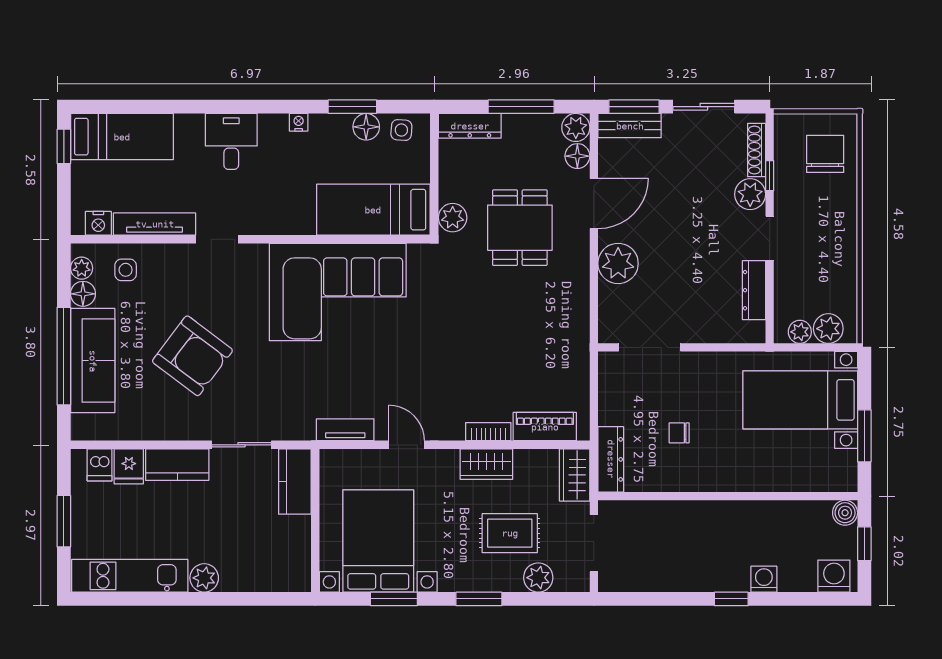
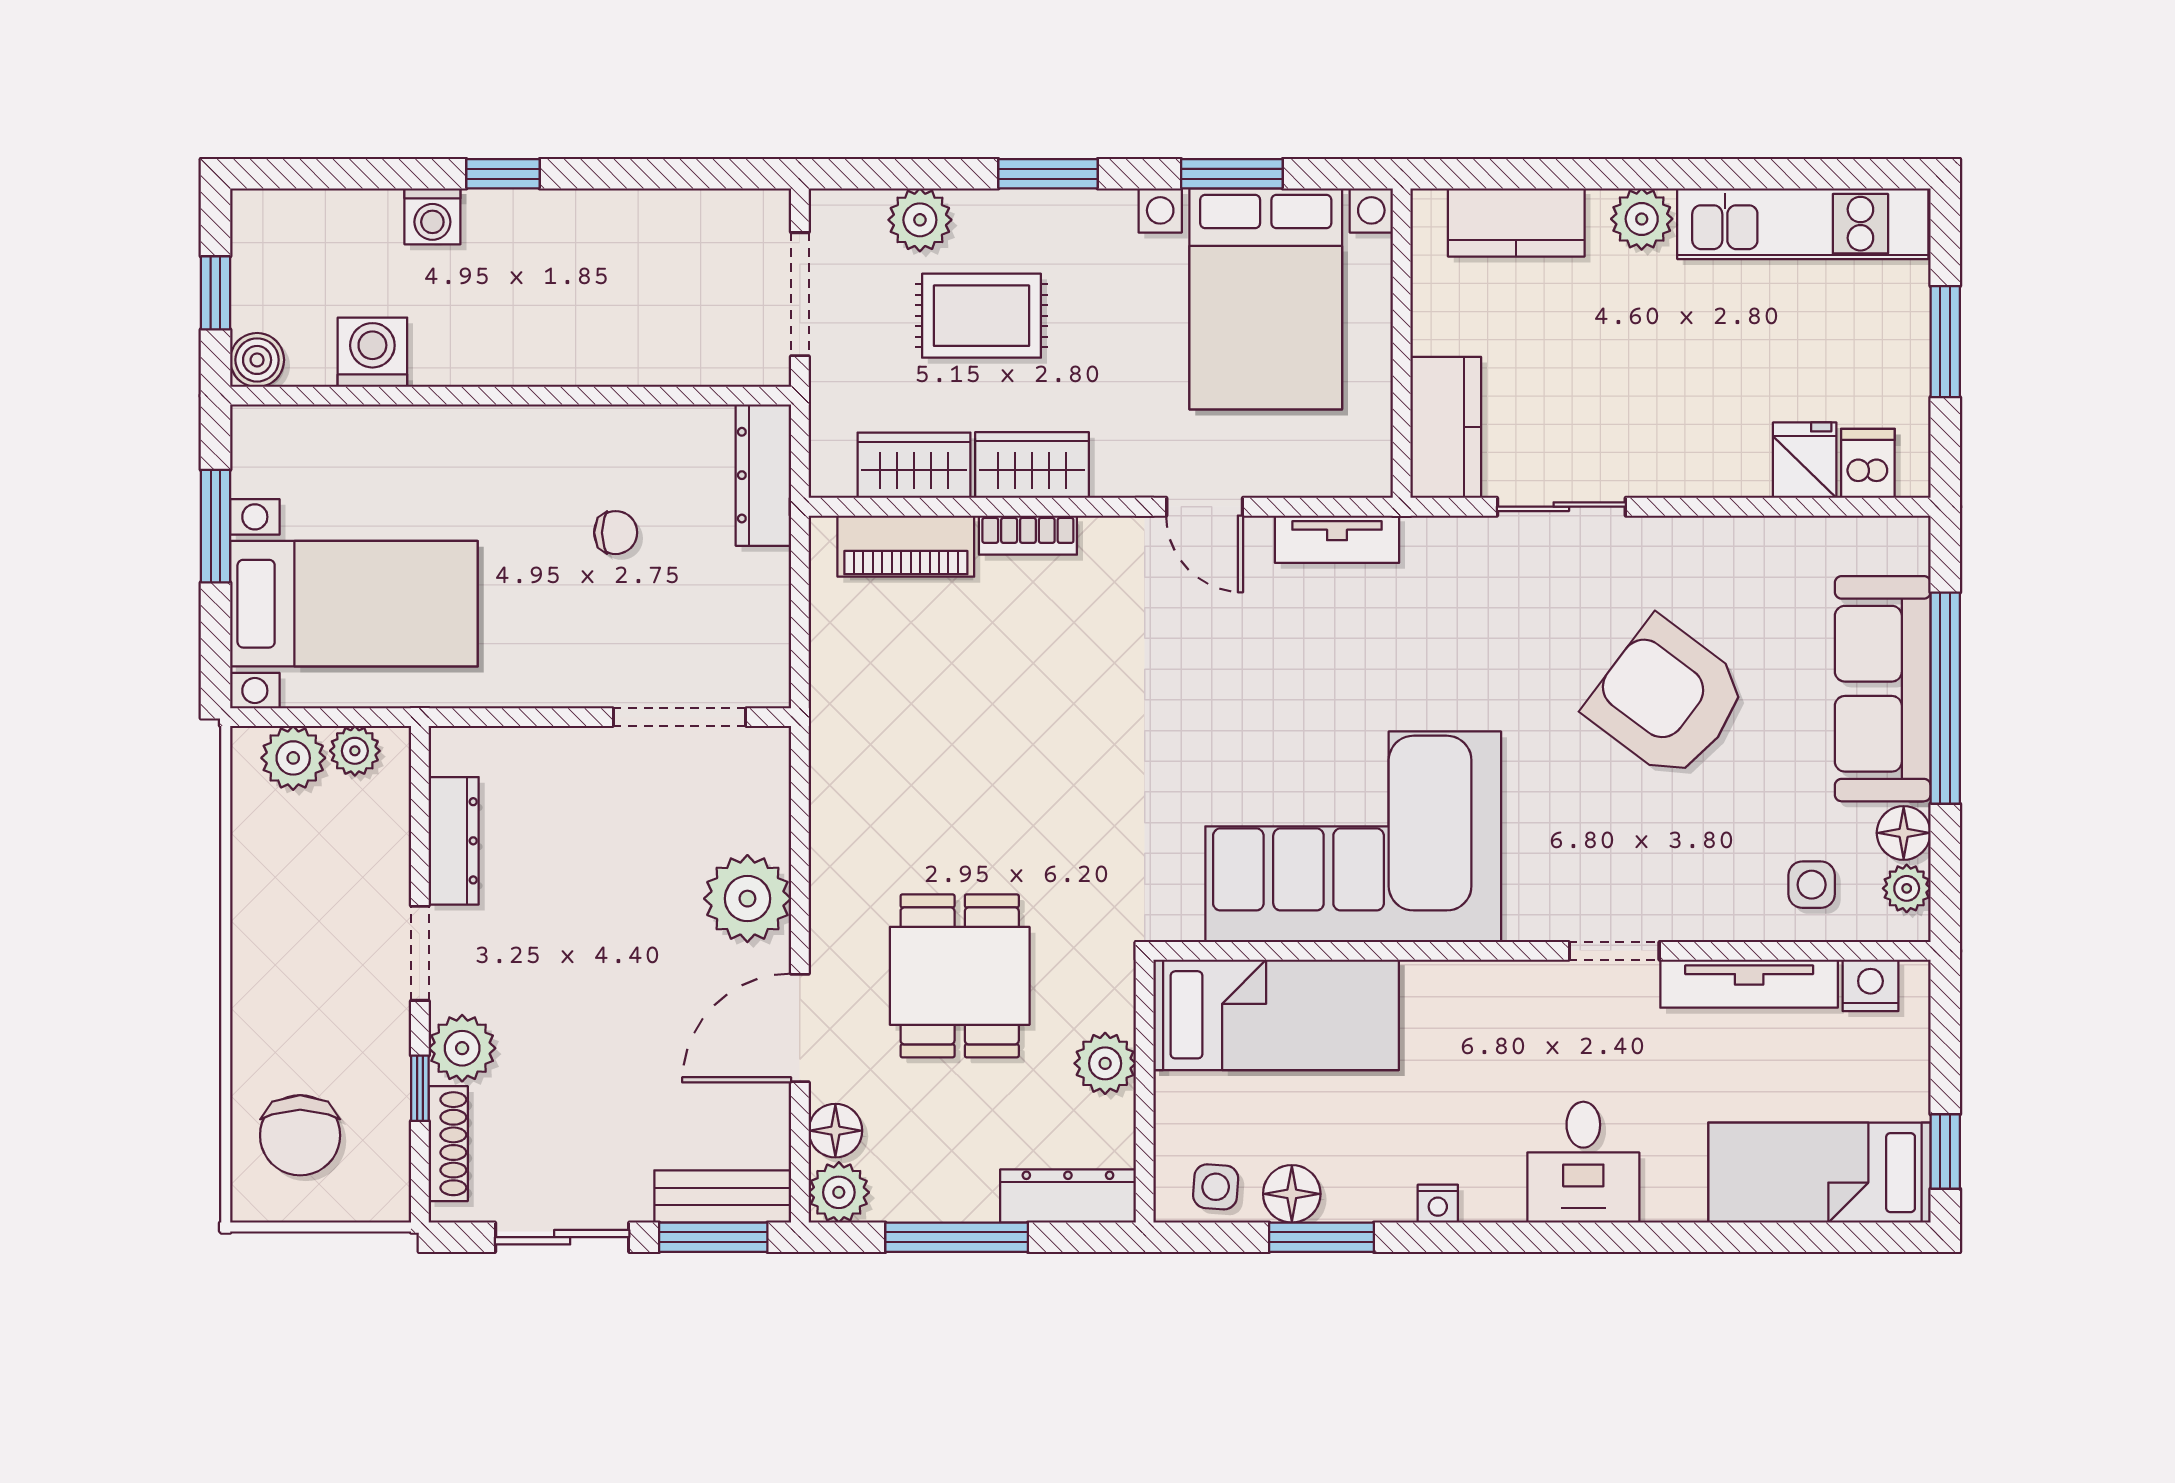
plant: (453, 218) -> (1105, 1063), moved
kitchen counter: (177, 465) -> (1516, 222), moved, turned 180
wardrobe: (575, 475) -> (914, 465), moved, turned -90
washing machine: (834, 576) -> (372, 352), moved, turned 180

